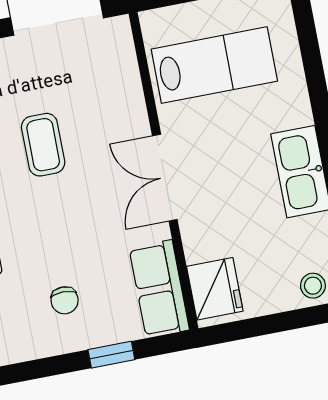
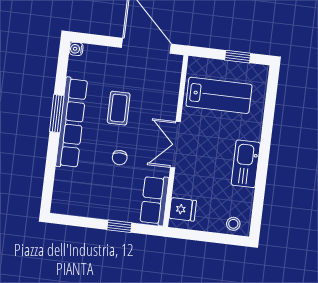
fridge: (215, 289) -> (183, 209), width x0.72
chair: (65, 300) -> (120, 158), moved

